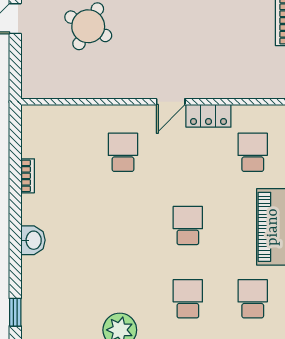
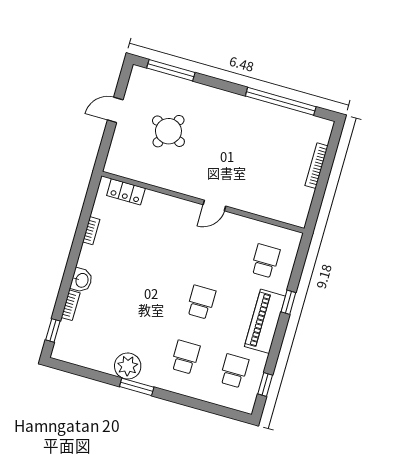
locker: (208, 116) -> (126, 192), moved
school desk: (123, 152) -> (168, 233), removed
bookcase: (28, 275) -> (71, 305), added

